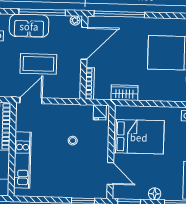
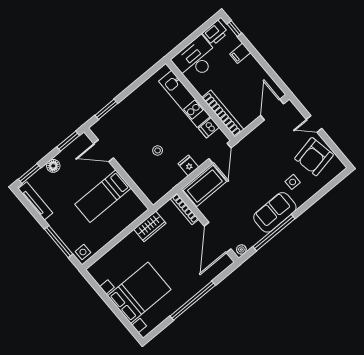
window: (119, 14) -> (193, 301), moved
coffee table: (38, 64) -> (205, 186), moved
fridge: (100, 112) -> (188, 165), moved
dishwasher: (23, 125) -> (209, 128), added
bed: (139, 137) -> (103, 196), width x0.67

